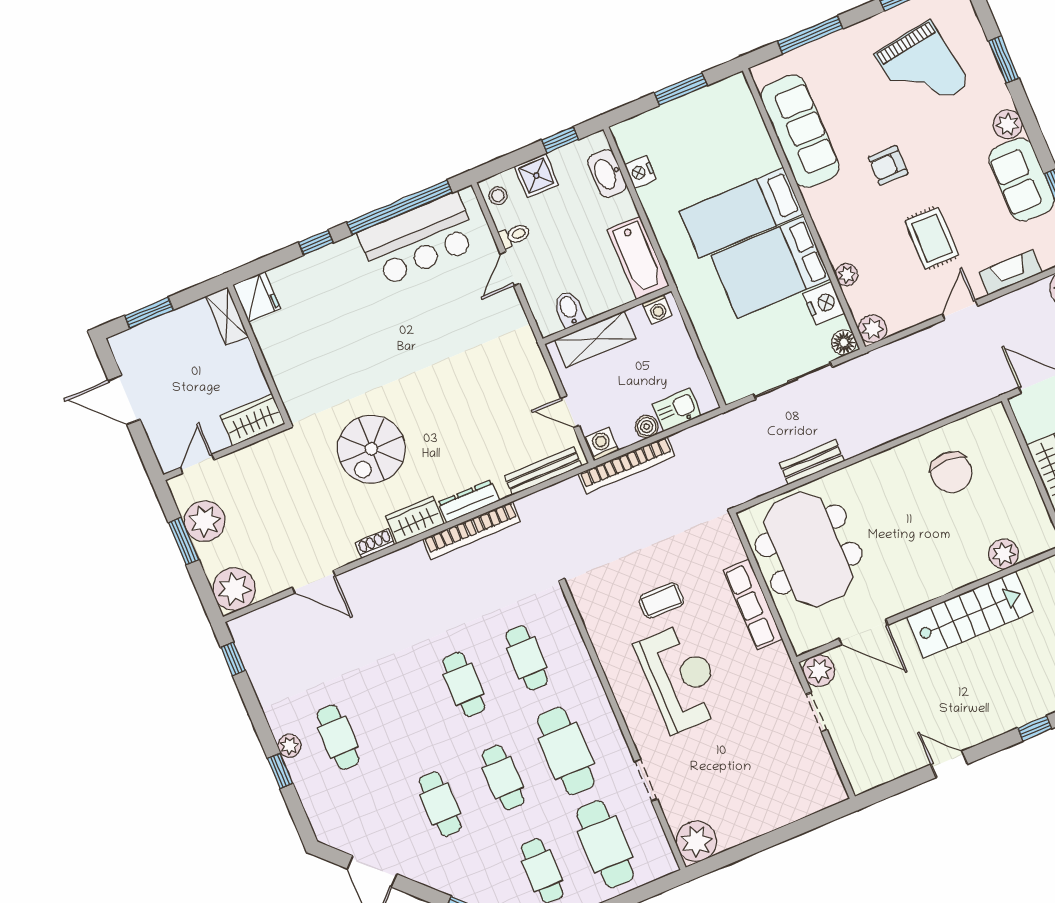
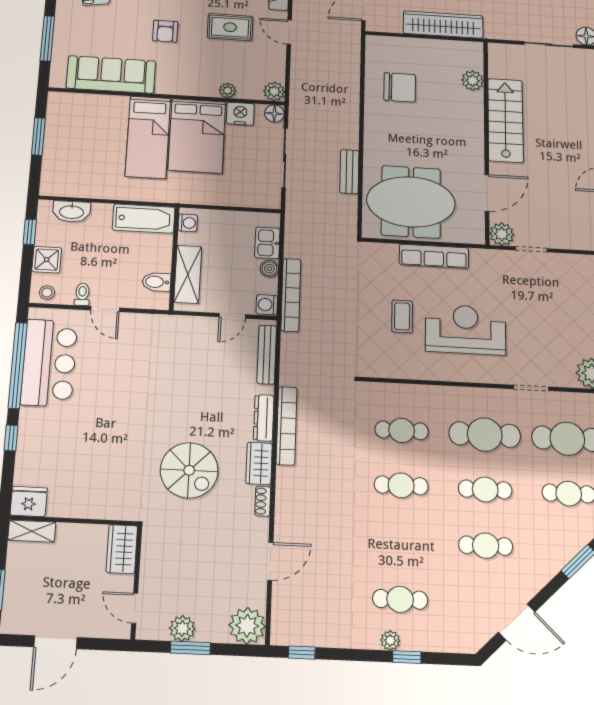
nightstand: (640, 172) -> (83, 189), removed
plant: (205, 521) -> (182, 628), width x0.73, depth x0.73

